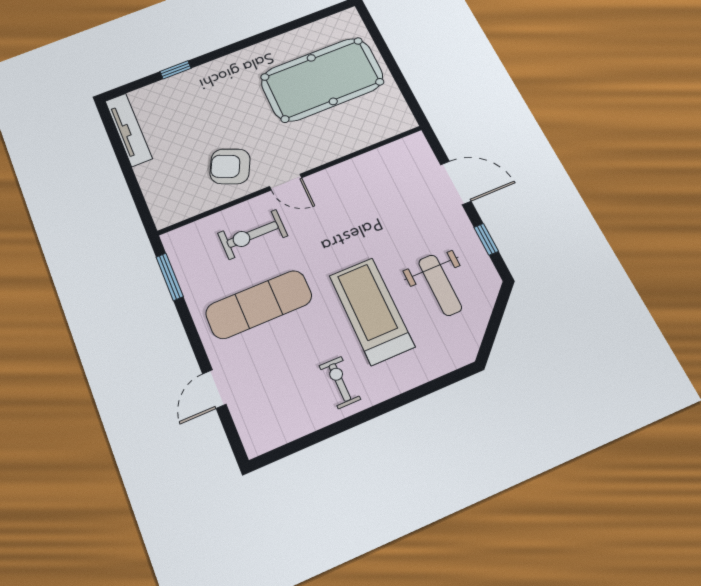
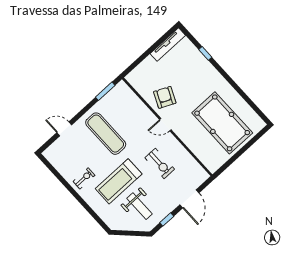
door: (286, 182) -> (165, 125), hinge flipped
exercise bike: (253, 234) -> (160, 163), moved, turned 180
weight bench: (440, 285) -> (139, 206), turned -90
treadmill: (372, 311) -> (119, 181), turned 180

